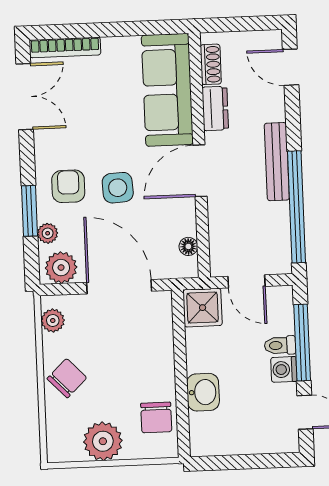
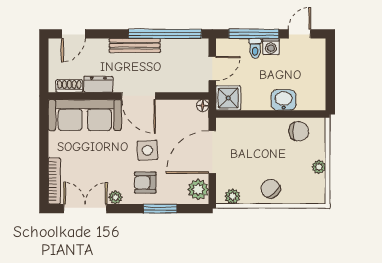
plant: (48, 233) -> (115, 197), moved
floor lamp: (188, 246) -> (203, 106), moved
plant: (103, 441) -> (319, 167), width x0.53, depth x0.53

